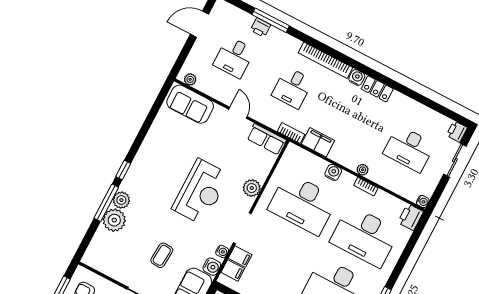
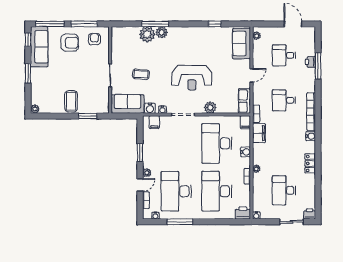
locker: (377, 89) -> (310, 163), moved
window: (123, 170) -> (215, 24), moved
filing cabinet: (240, 257) -> (245, 122), moved

